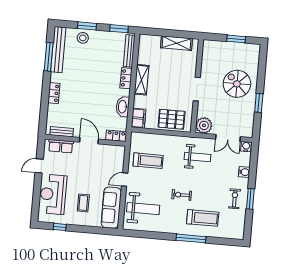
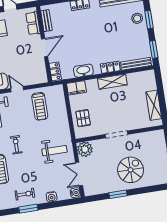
pallet: (172, 119) -> (83, 118), width x0.67, depth x0.71
weight bench: (197, 157) -> (54, 151), turned -90

